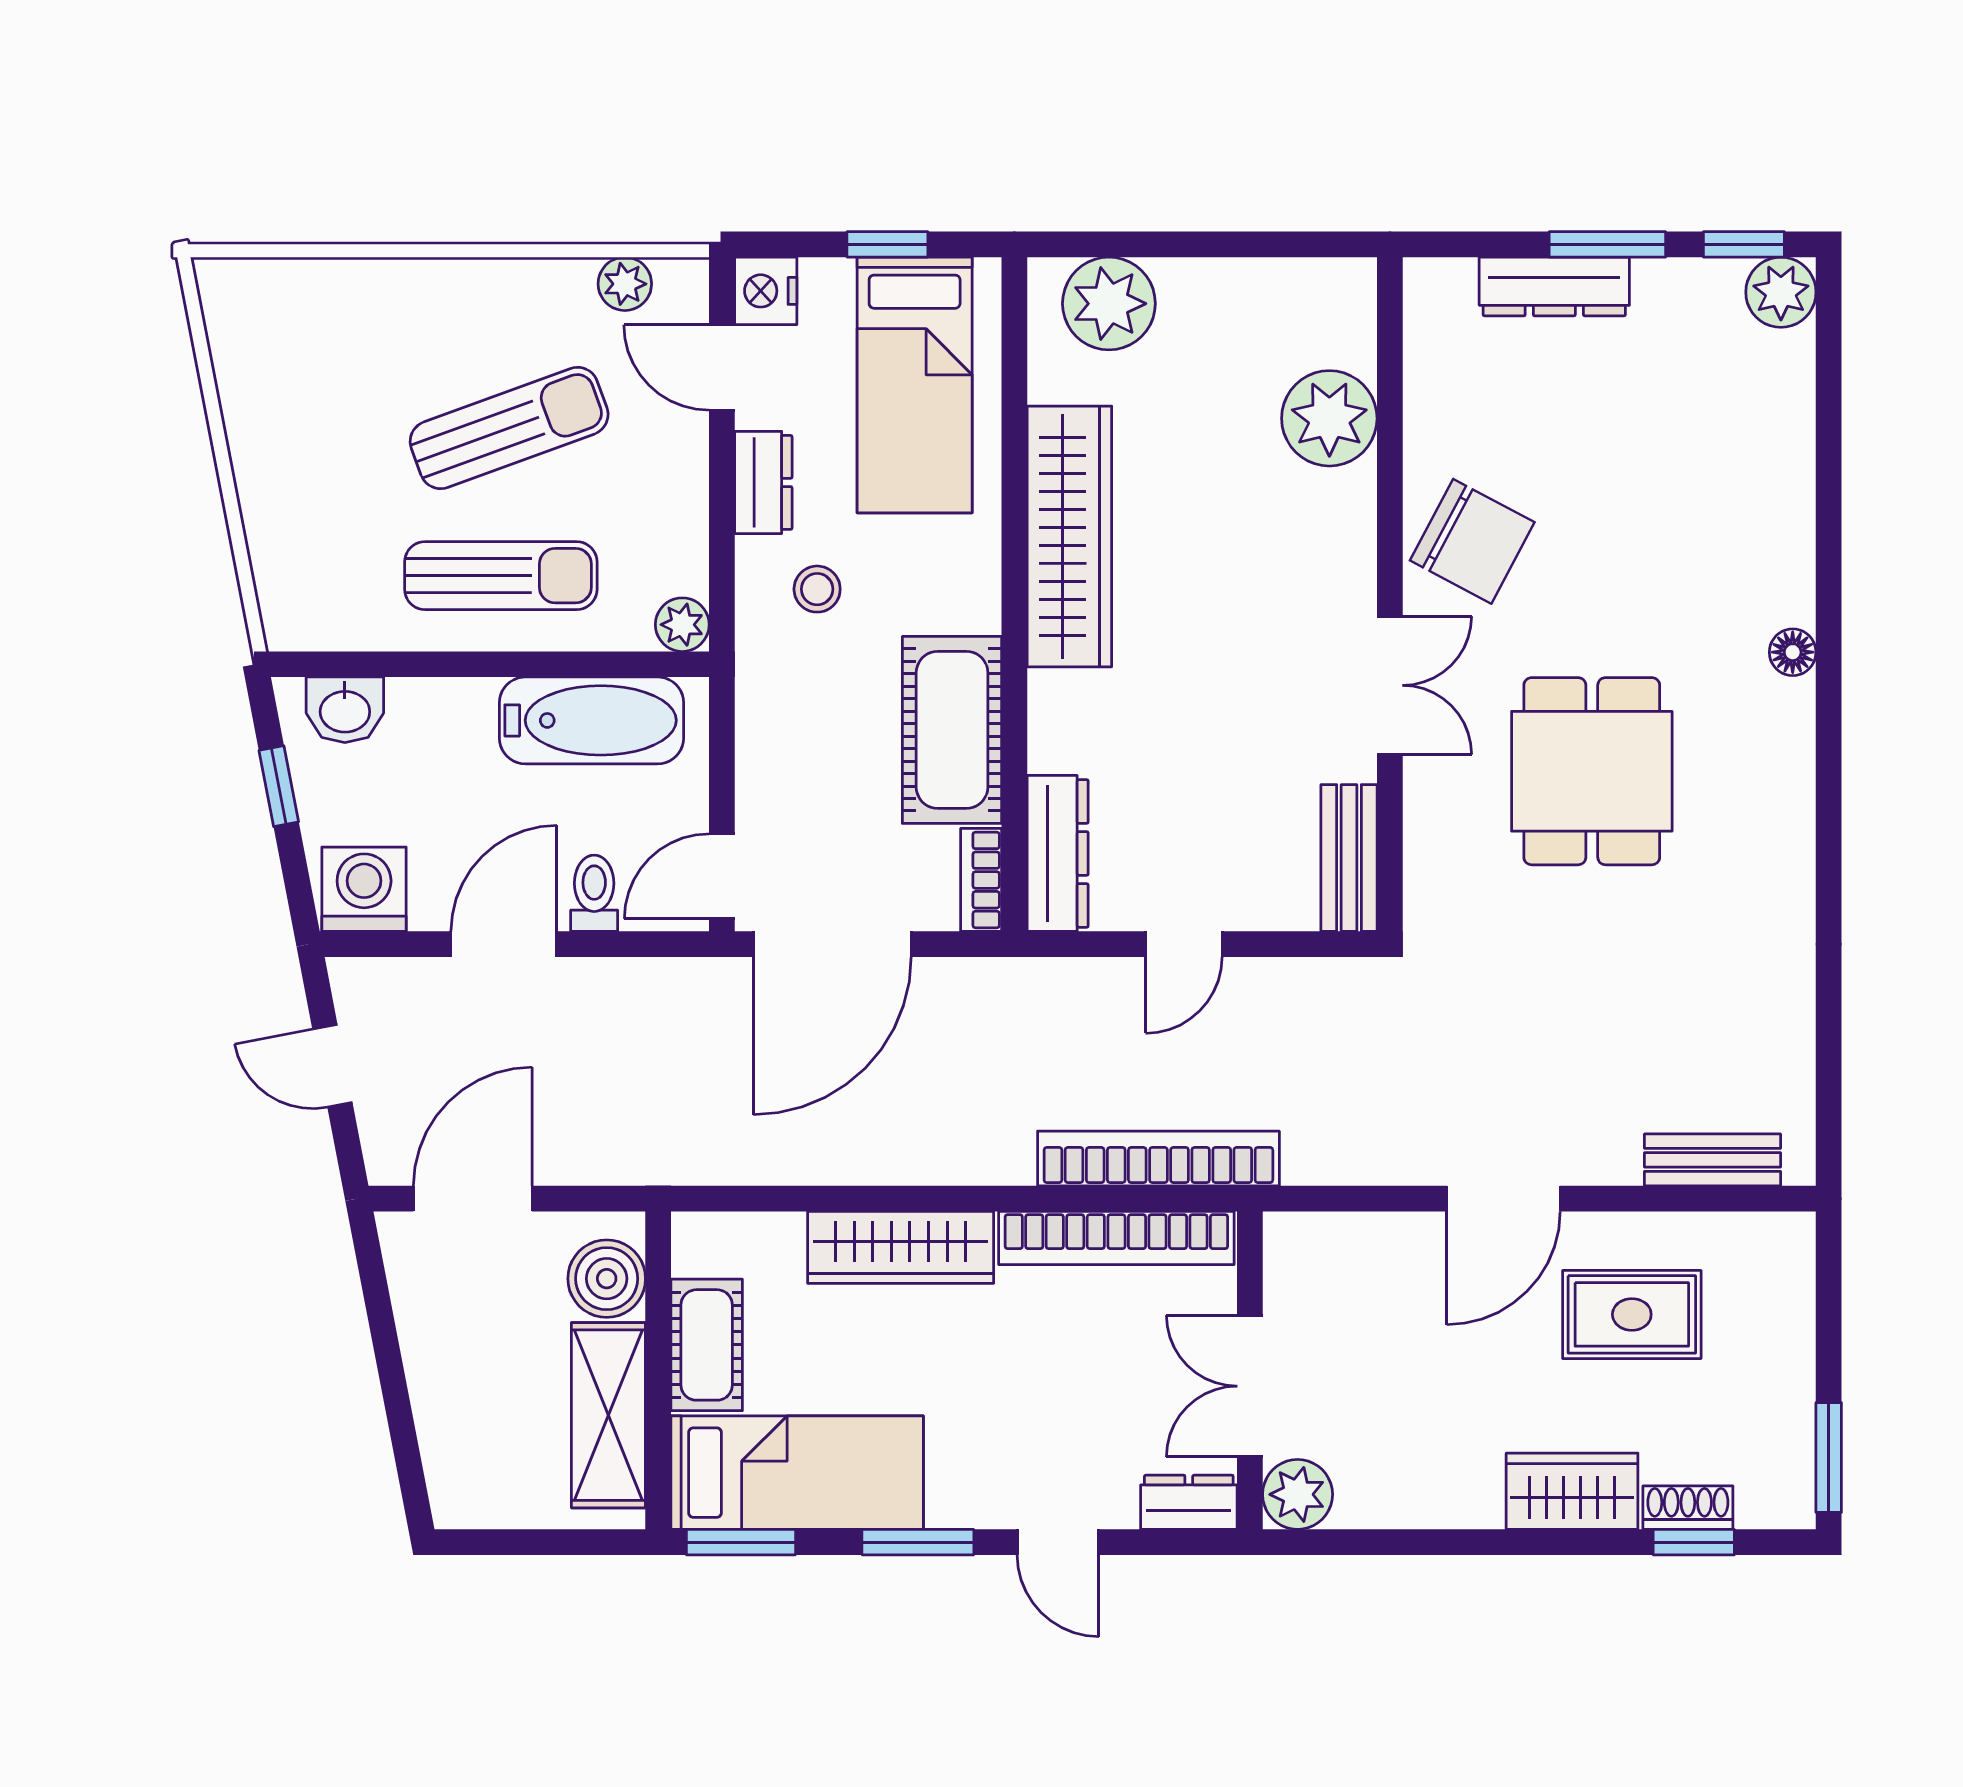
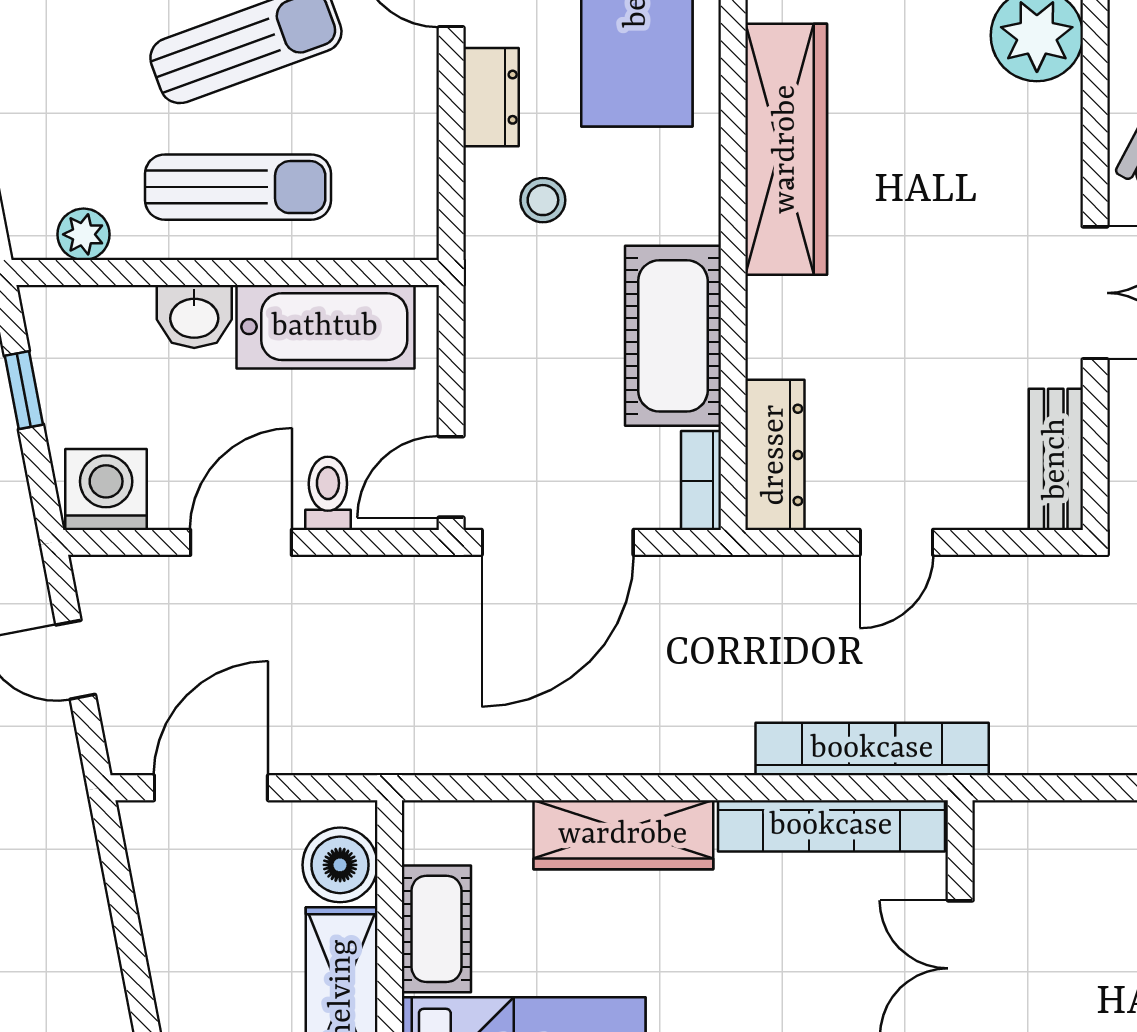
plant: (682, 625) -> (84, 234), moved
washbasin: (345, 710) -> (194, 316), moved

